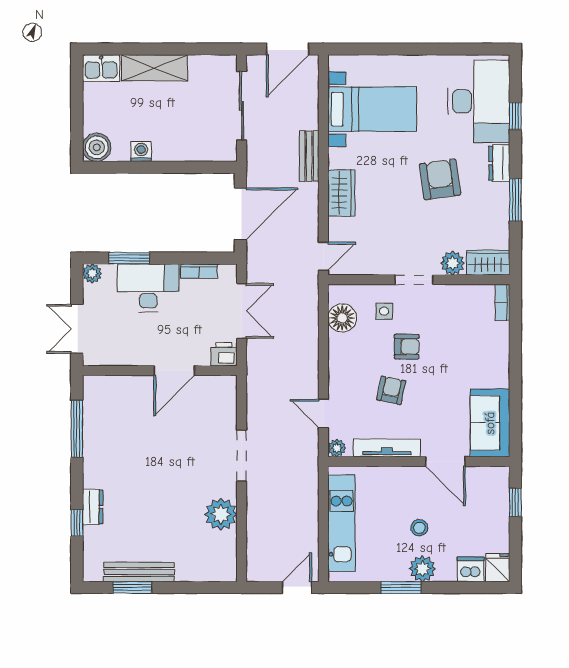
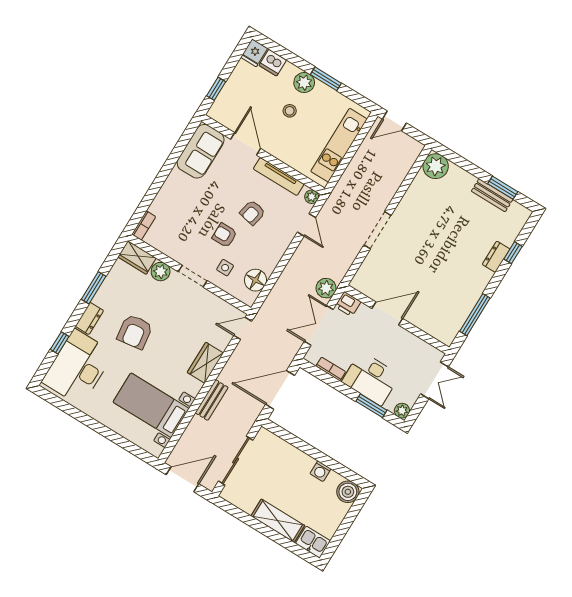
plant: (259, 357) -> (326, 288), added
plant: (221, 514) -> (436, 166), moved
bench: (139, 572) -> (492, 195), width x0.73

